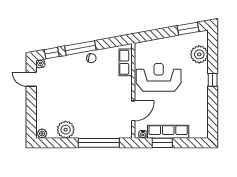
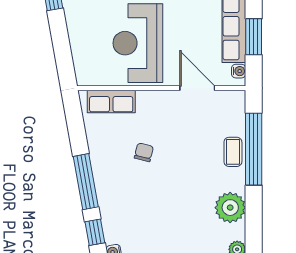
chair: (91, 58) -> (144, 152), moved
coffee table: (97, 131) -> (233, 152), added

